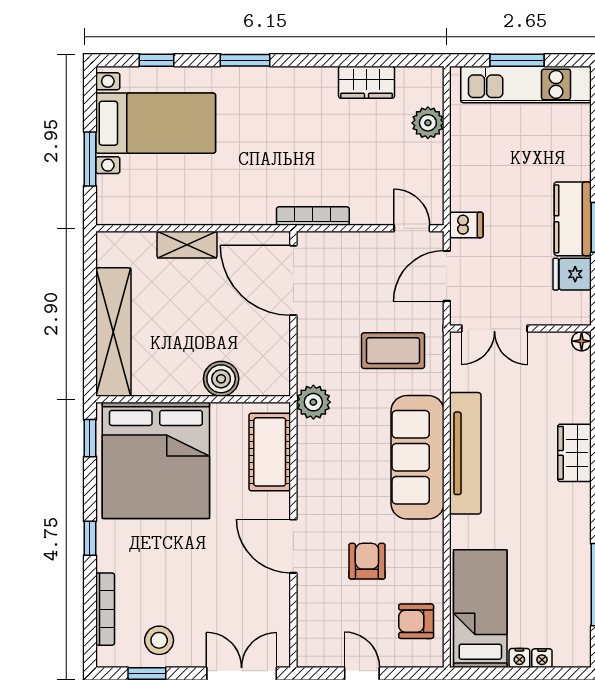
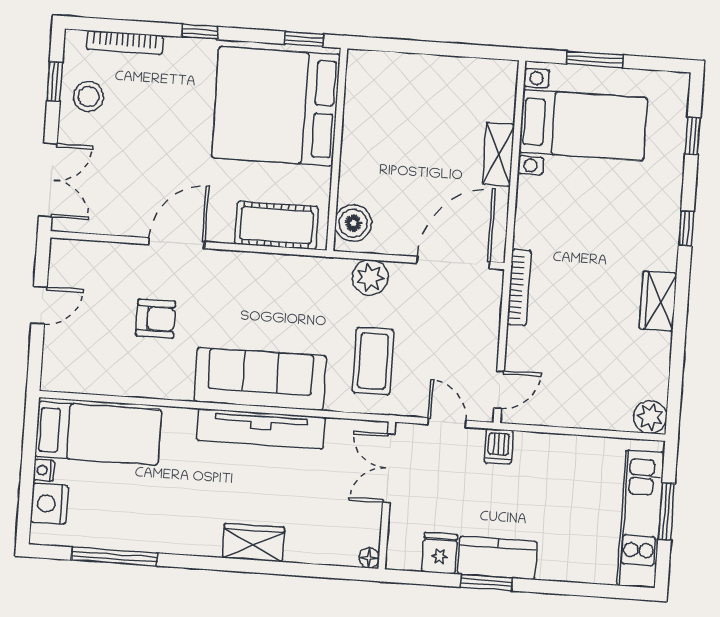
window: (245, 60) -> (686, 228), width x0.67
wardrobe: (367, 82) -> (658, 301), moved
bed with nightstands: (156, 123) -> (583, 125), moved, turned -90
plant: (428, 123) -> (650, 417), moved
door: (447, 276) -> (447, 422), width x0.73
shelving: (113, 332) -> (413, 71), removed
boiler: (221, 379) -> (353, 223), moved
plant: (313, 402) -> (370, 277), moved
armchair: (416, 621) -> (90, 365), removed
nightstand: (542, 658) -> (49, 504), width x1.89, depth x1.79

